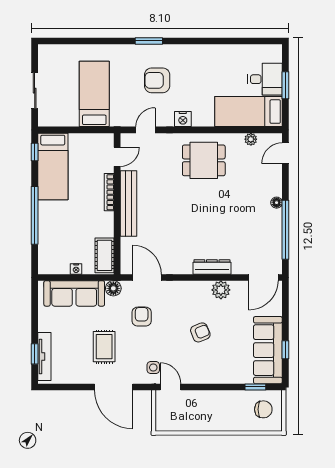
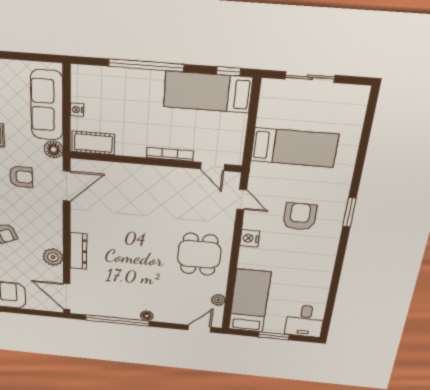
desk: (265, 79) -> (305, 321), moved
door: (285, 153) -> (199, 329), hinge flipped
bench: (129, 204) -> (155, 174), removed

